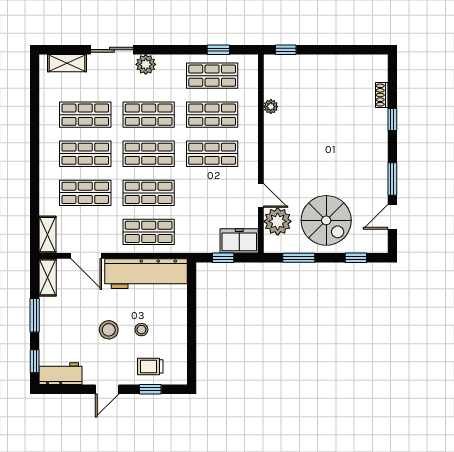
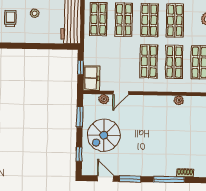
window: (392, 119) -> (169, 180), width x2.17
plant: (278, 221) -> (104, 99), width x0.53, depth x0.53

